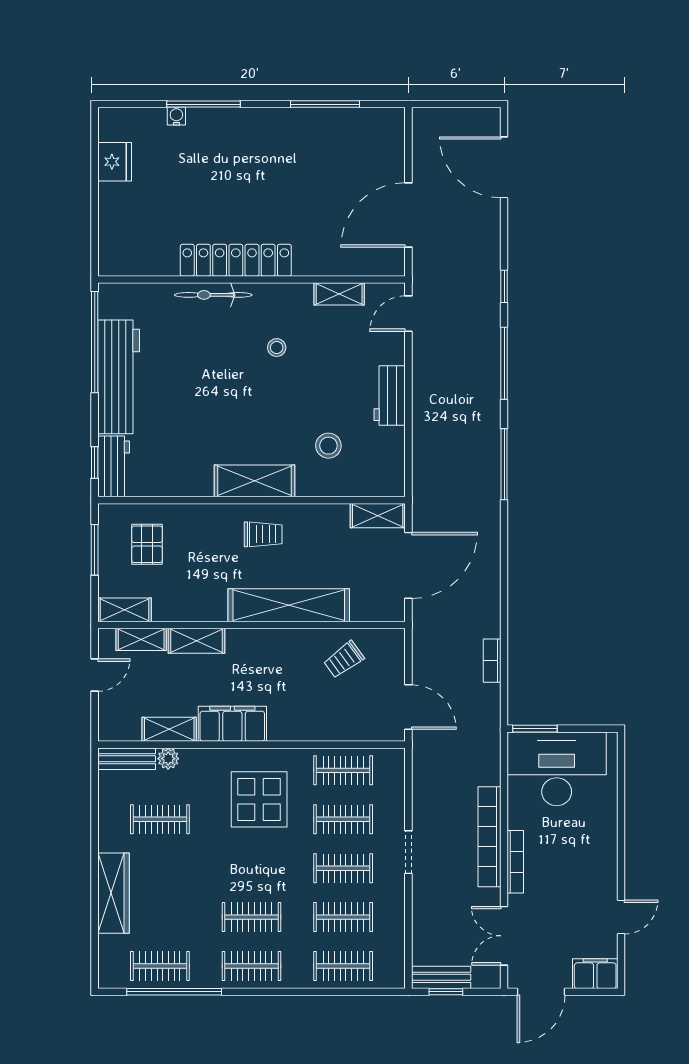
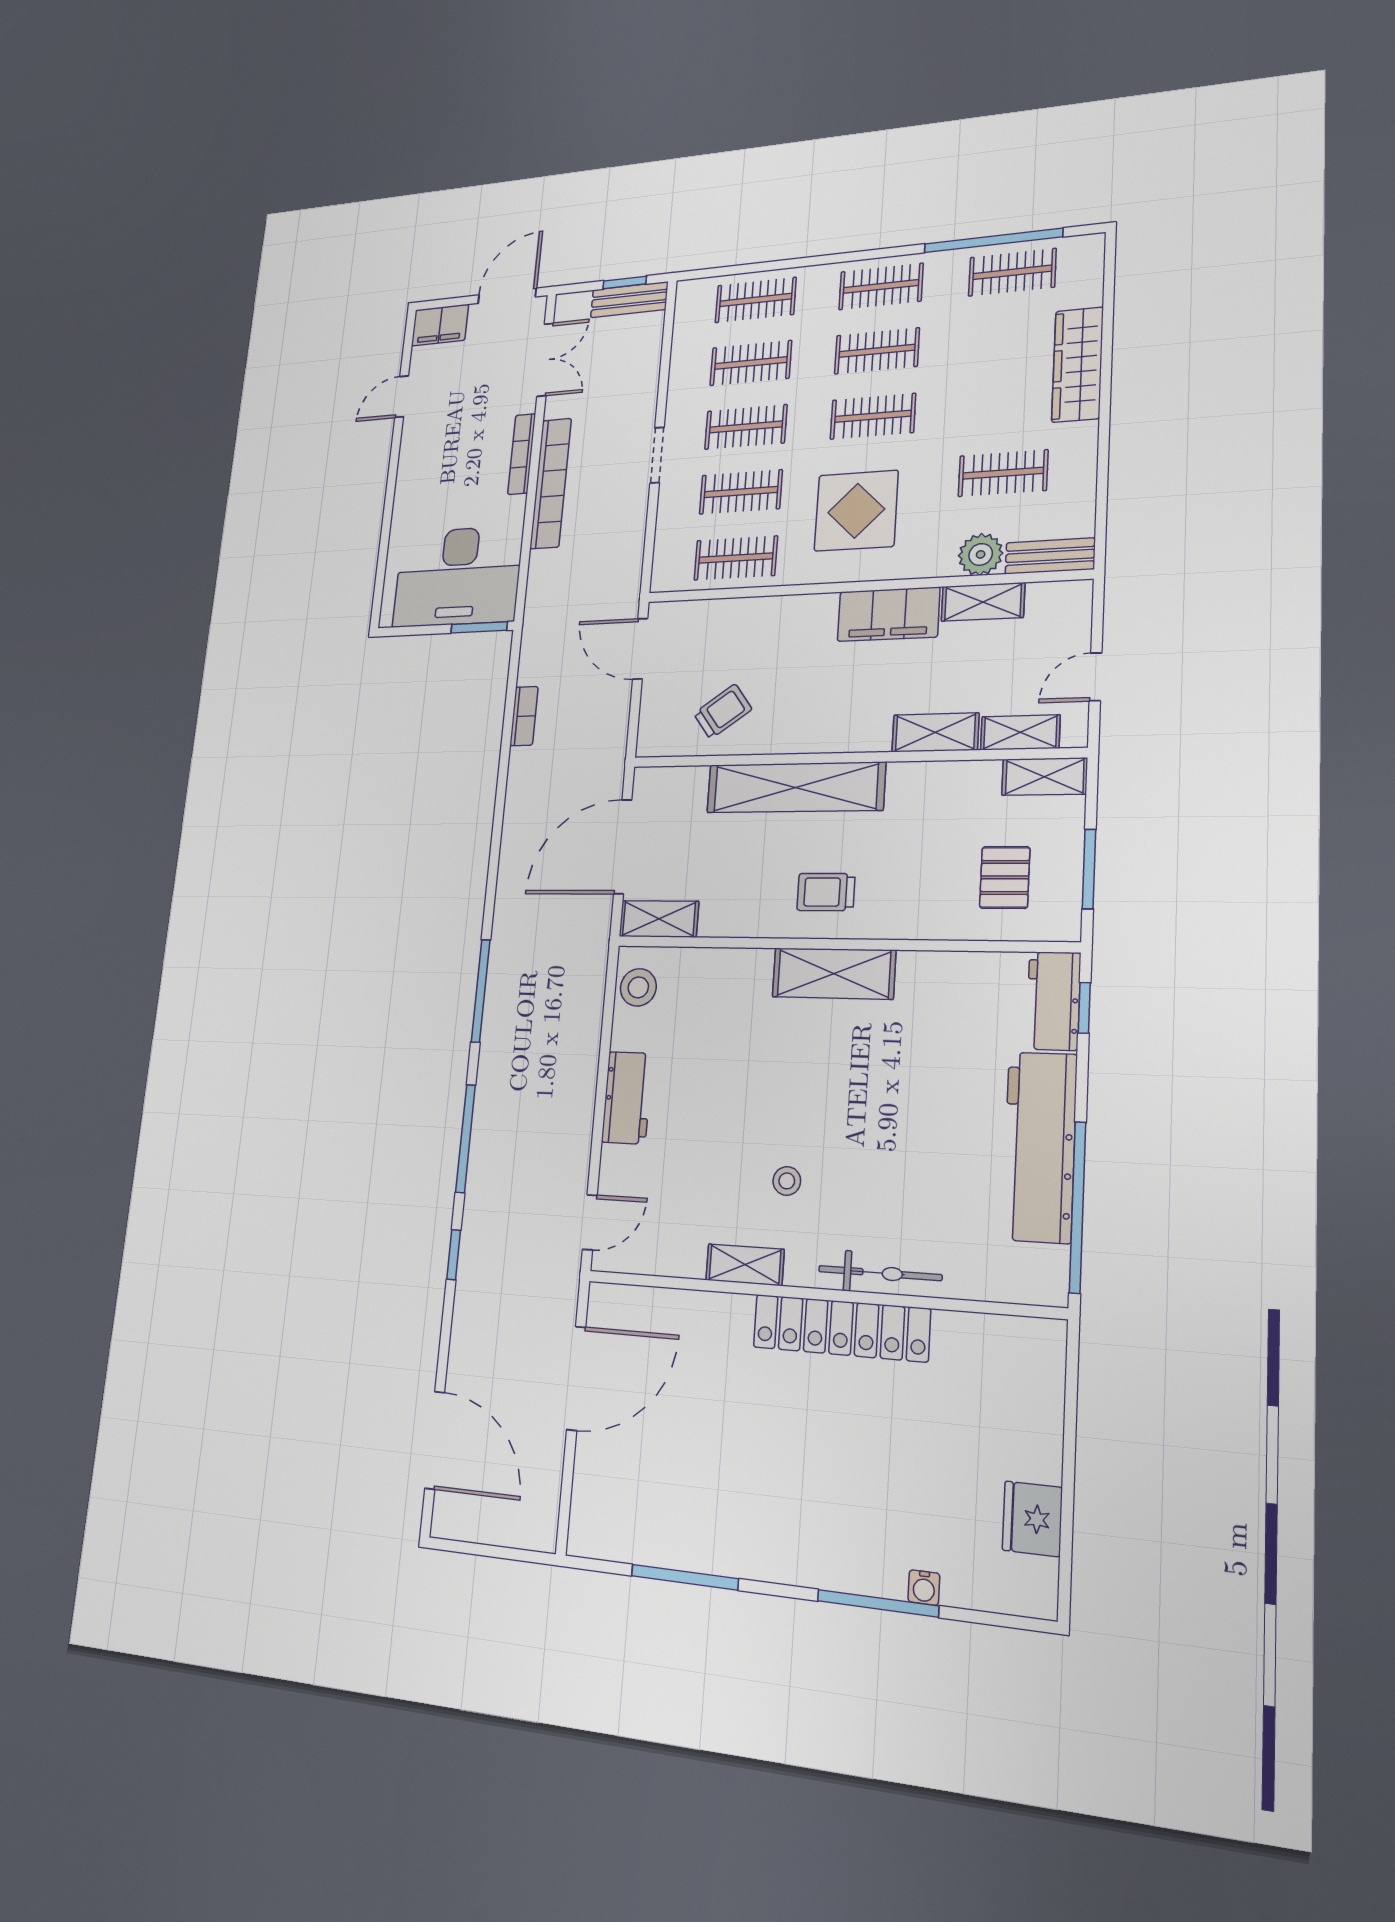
shelving: (339, 294) -> (745, 1265), moved
stool: (328, 446) -> (638, 987), moved
plant: (168, 759) -> (981, 554), width x1.38, depth x1.38
clothes rail: (252, 868) -> (873, 416), added

